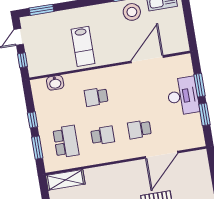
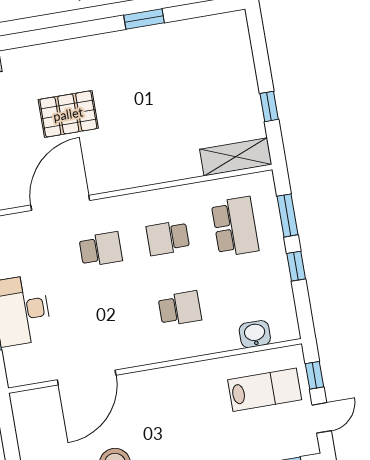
lab bench: (83, 46) -> (265, 390), moved, turned 90
school desk: (66, 142) -> (235, 227), turned 180

